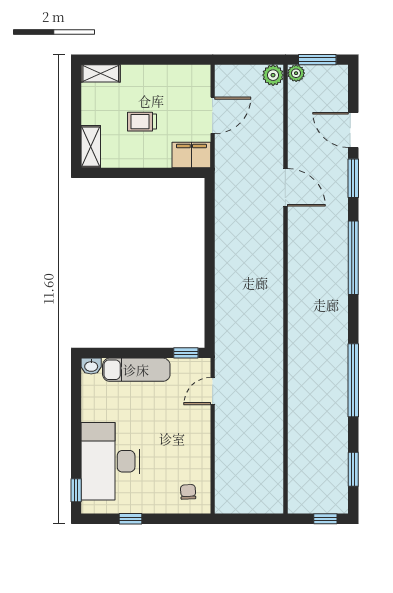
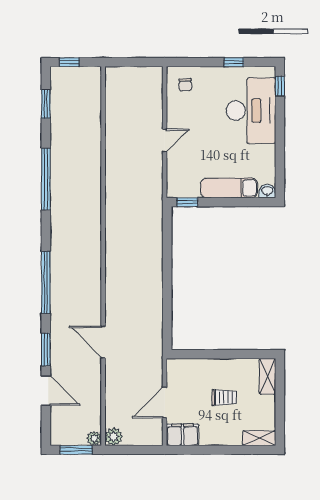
filing cabinet: (191, 155) -> (183, 435), moved, turned 180
door: (213, 391) -> (165, 140), moved

